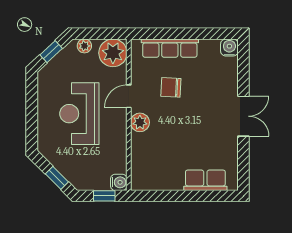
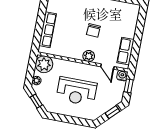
chair: (171, 87) -> (93, 30), moved
door: (129, 96) -> (107, 67), moved
row of seats: (205, 180) -> (126, 51), moved

